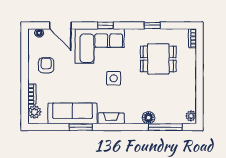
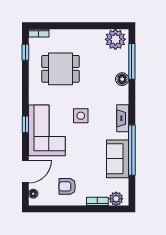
window: (152, 25) -> (25, 52), moved
dining table: (158, 59) -> (60, 69), turned 90
sofa: (72, 113) -> (118, 159), width x0.73
plant: (191, 116) -> (115, 39), width x1.87, depth x1.87
window: (81, 127) -> (132, 150), width x2.11

